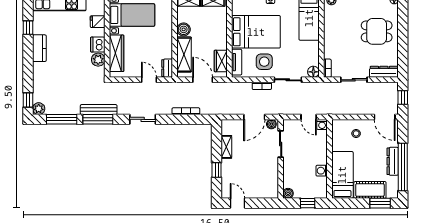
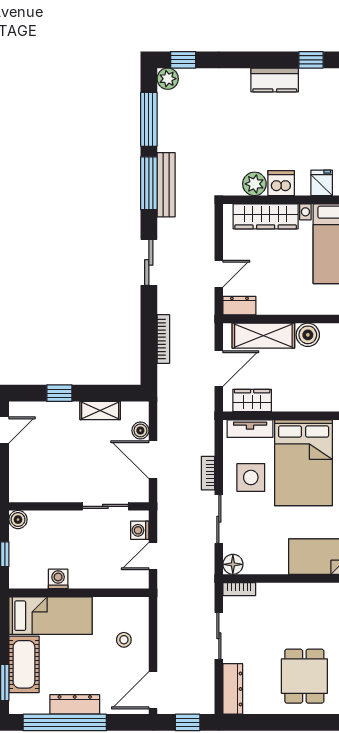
boiler: (271, 124) -> (140, 431), moved
washing machine: (322, 124) -> (140, 530), moved

